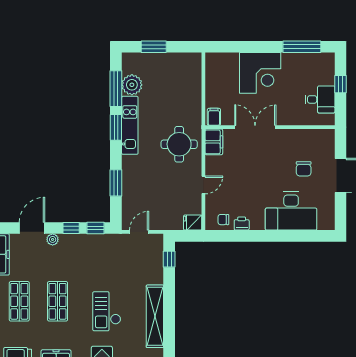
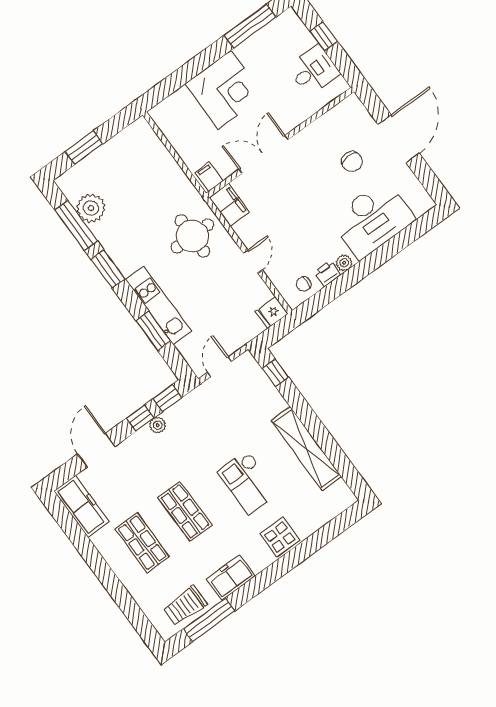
kitchen unit: (130, 125) -> (158, 305), moved
plant: (256, 224) -> (344, 263), added
plant: (53, 239) -> (158, 425), moved

